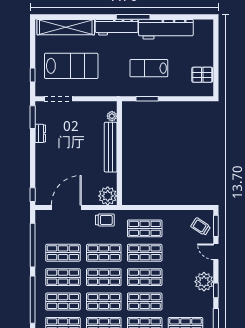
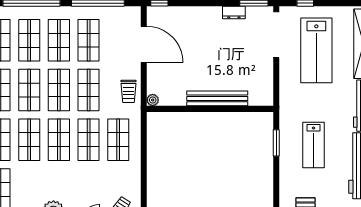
lab bench: (149, 68) -> (314, 145), turned 180
doorway: (58, 99) -> (276, 35), width x1.36
plant: (112, 116) -> (255, 100), removed
plant: (108, 196) -> (153, 100), width x0.53, depth x0.53

